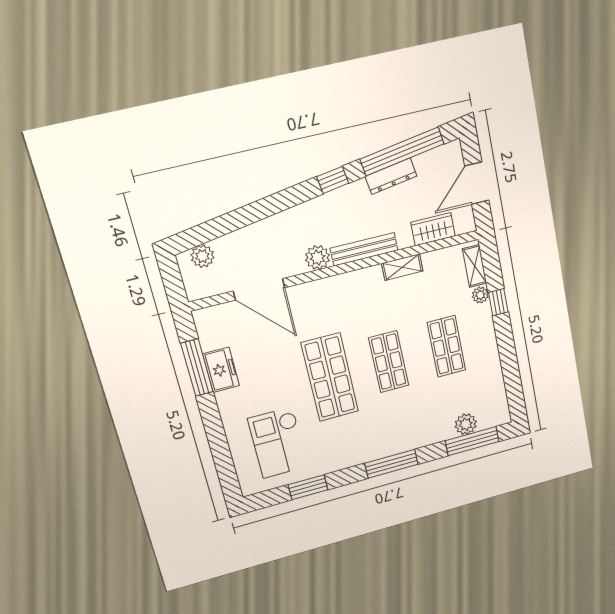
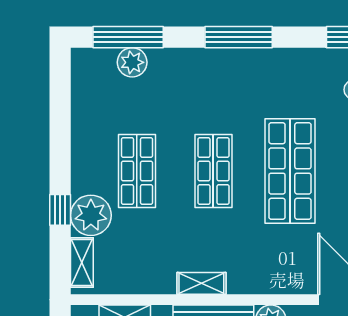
shelving: (402, 267) -> (201, 283), moved
plant: (480, 295) -> (91, 215), width x1.88, depth x1.88

